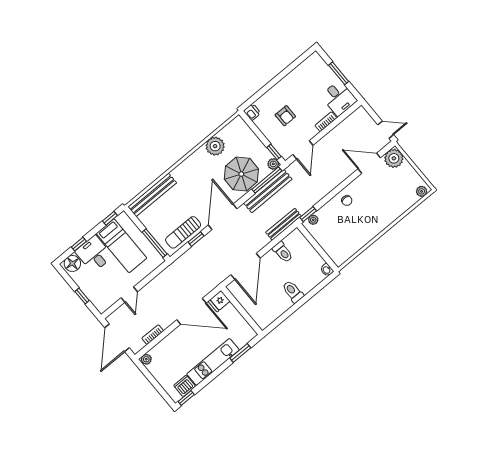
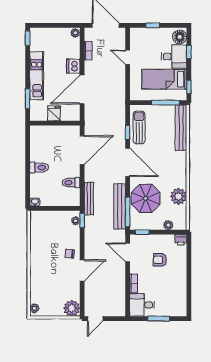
door: (369, 163) -> (82, 271), moved
plant: (273, 164) -> (168, 225), moved
window: (155, 243) -> (165, 103), moved
door: (245, 266) -> (82, 150), swing flipped
fridge: (219, 301) -> (54, 113), moved
dishwasher: (185, 386) -> (73, 66), moved, turned 180

